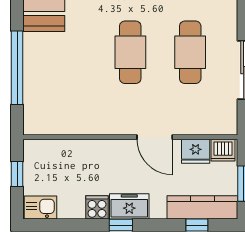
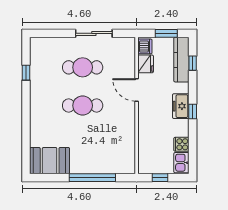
door: (155, 137) -> (137, 90), swing flipped
cooker: (97, 207) -> (181, 144), moved

